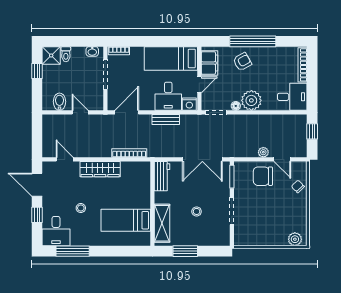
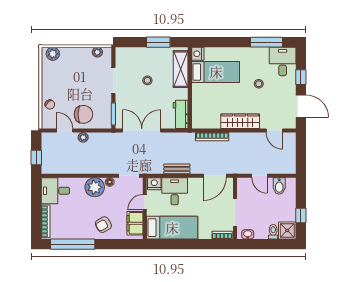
window: (253, 41) -> (73, 244), moved
nightstand: (144, 239) -> (198, 54), added
plant: (249, 241) -> (97, 52), added

